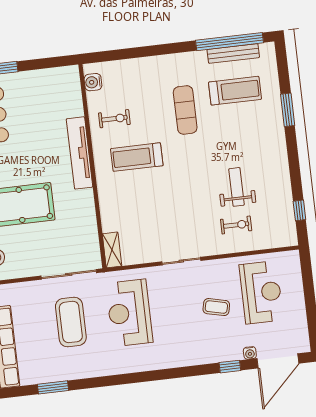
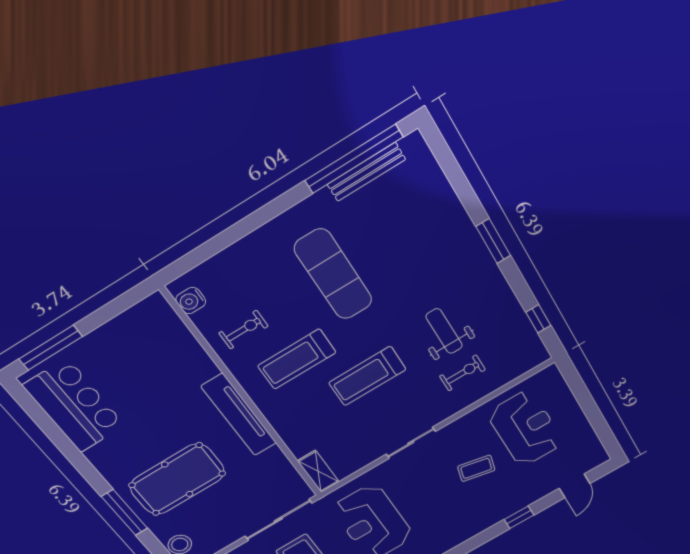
treadmill: (235, 91) -> (367, 376), moved, turned 180
exercise mat: (185, 110) -> (333, 274), width x1.36, depth x1.45
window: (288, 110) -> (493, 241), moved
tv unit: (80, 153) -> (239, 415), moved
water cooler: (250, 353) -> (537, 494), removed
door: (278, 361) -> (575, 486), width x0.53

